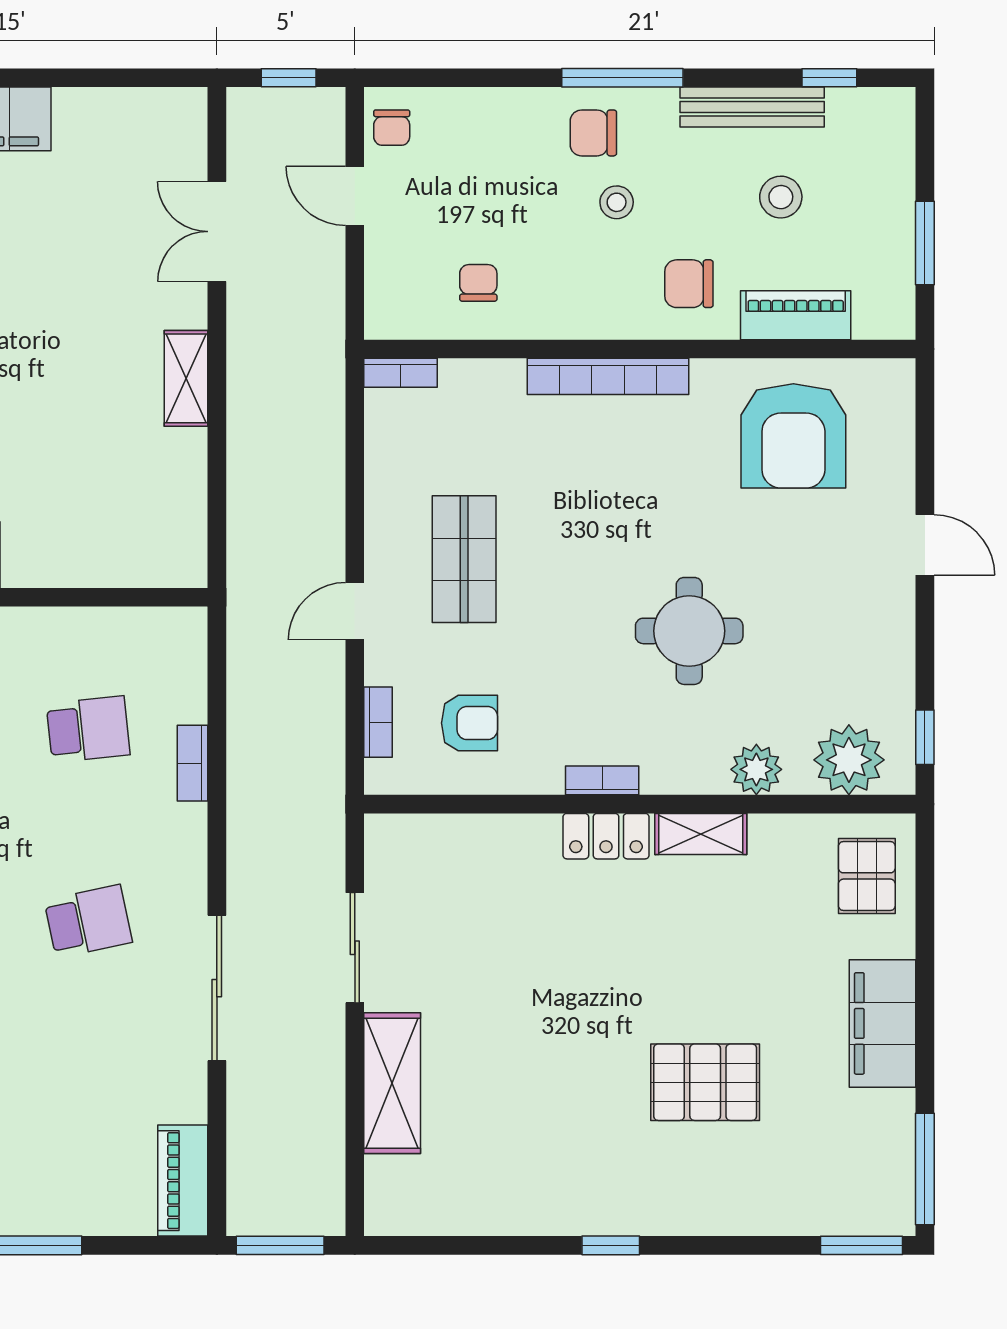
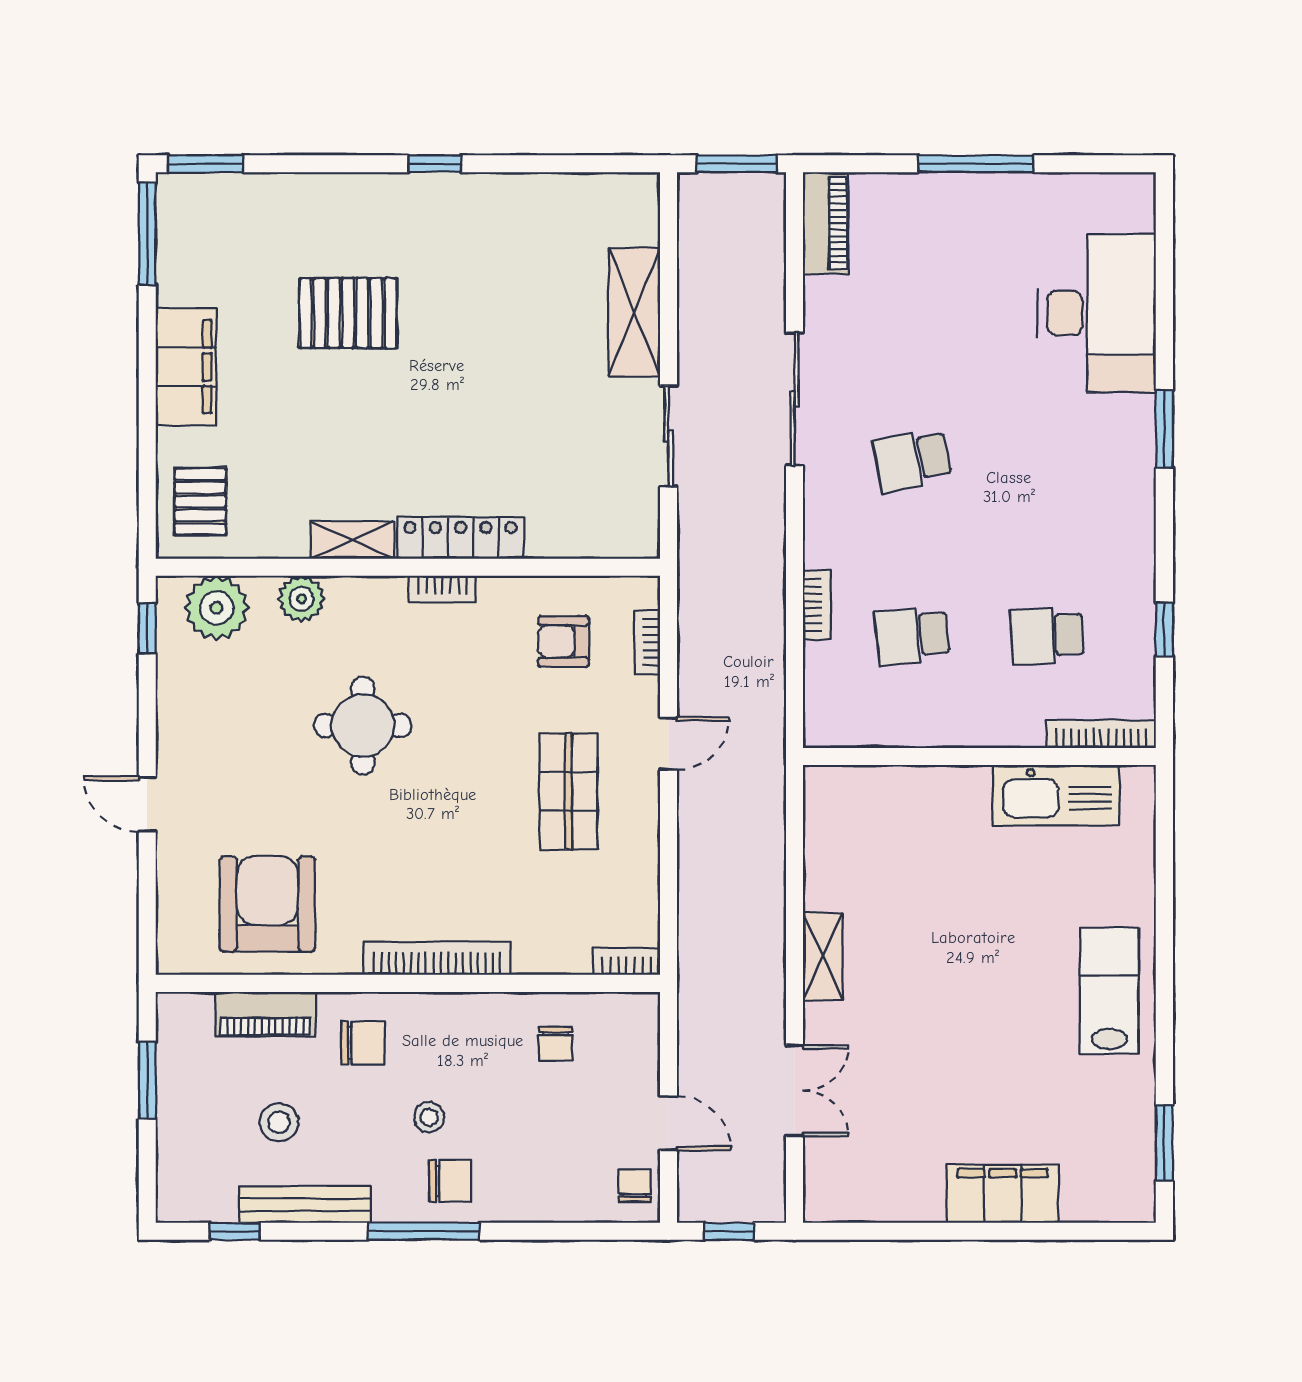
locker: (606, 836) -> (461, 538), width x1.53

